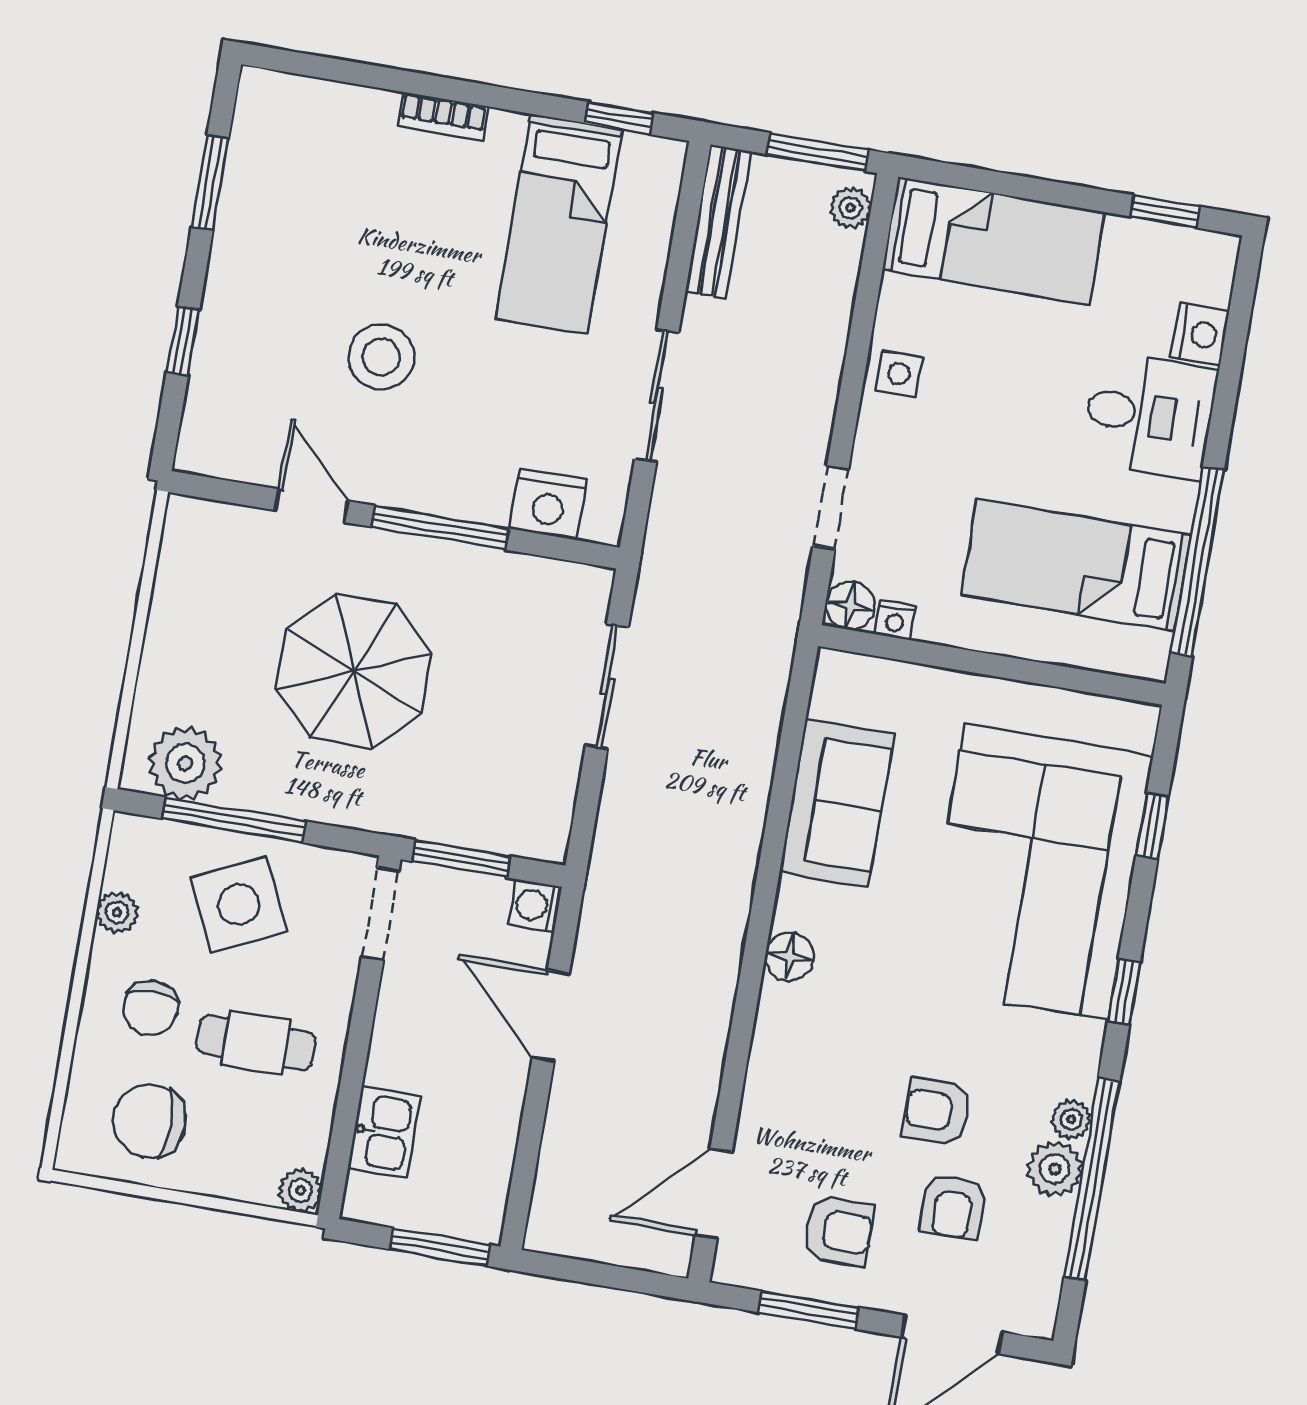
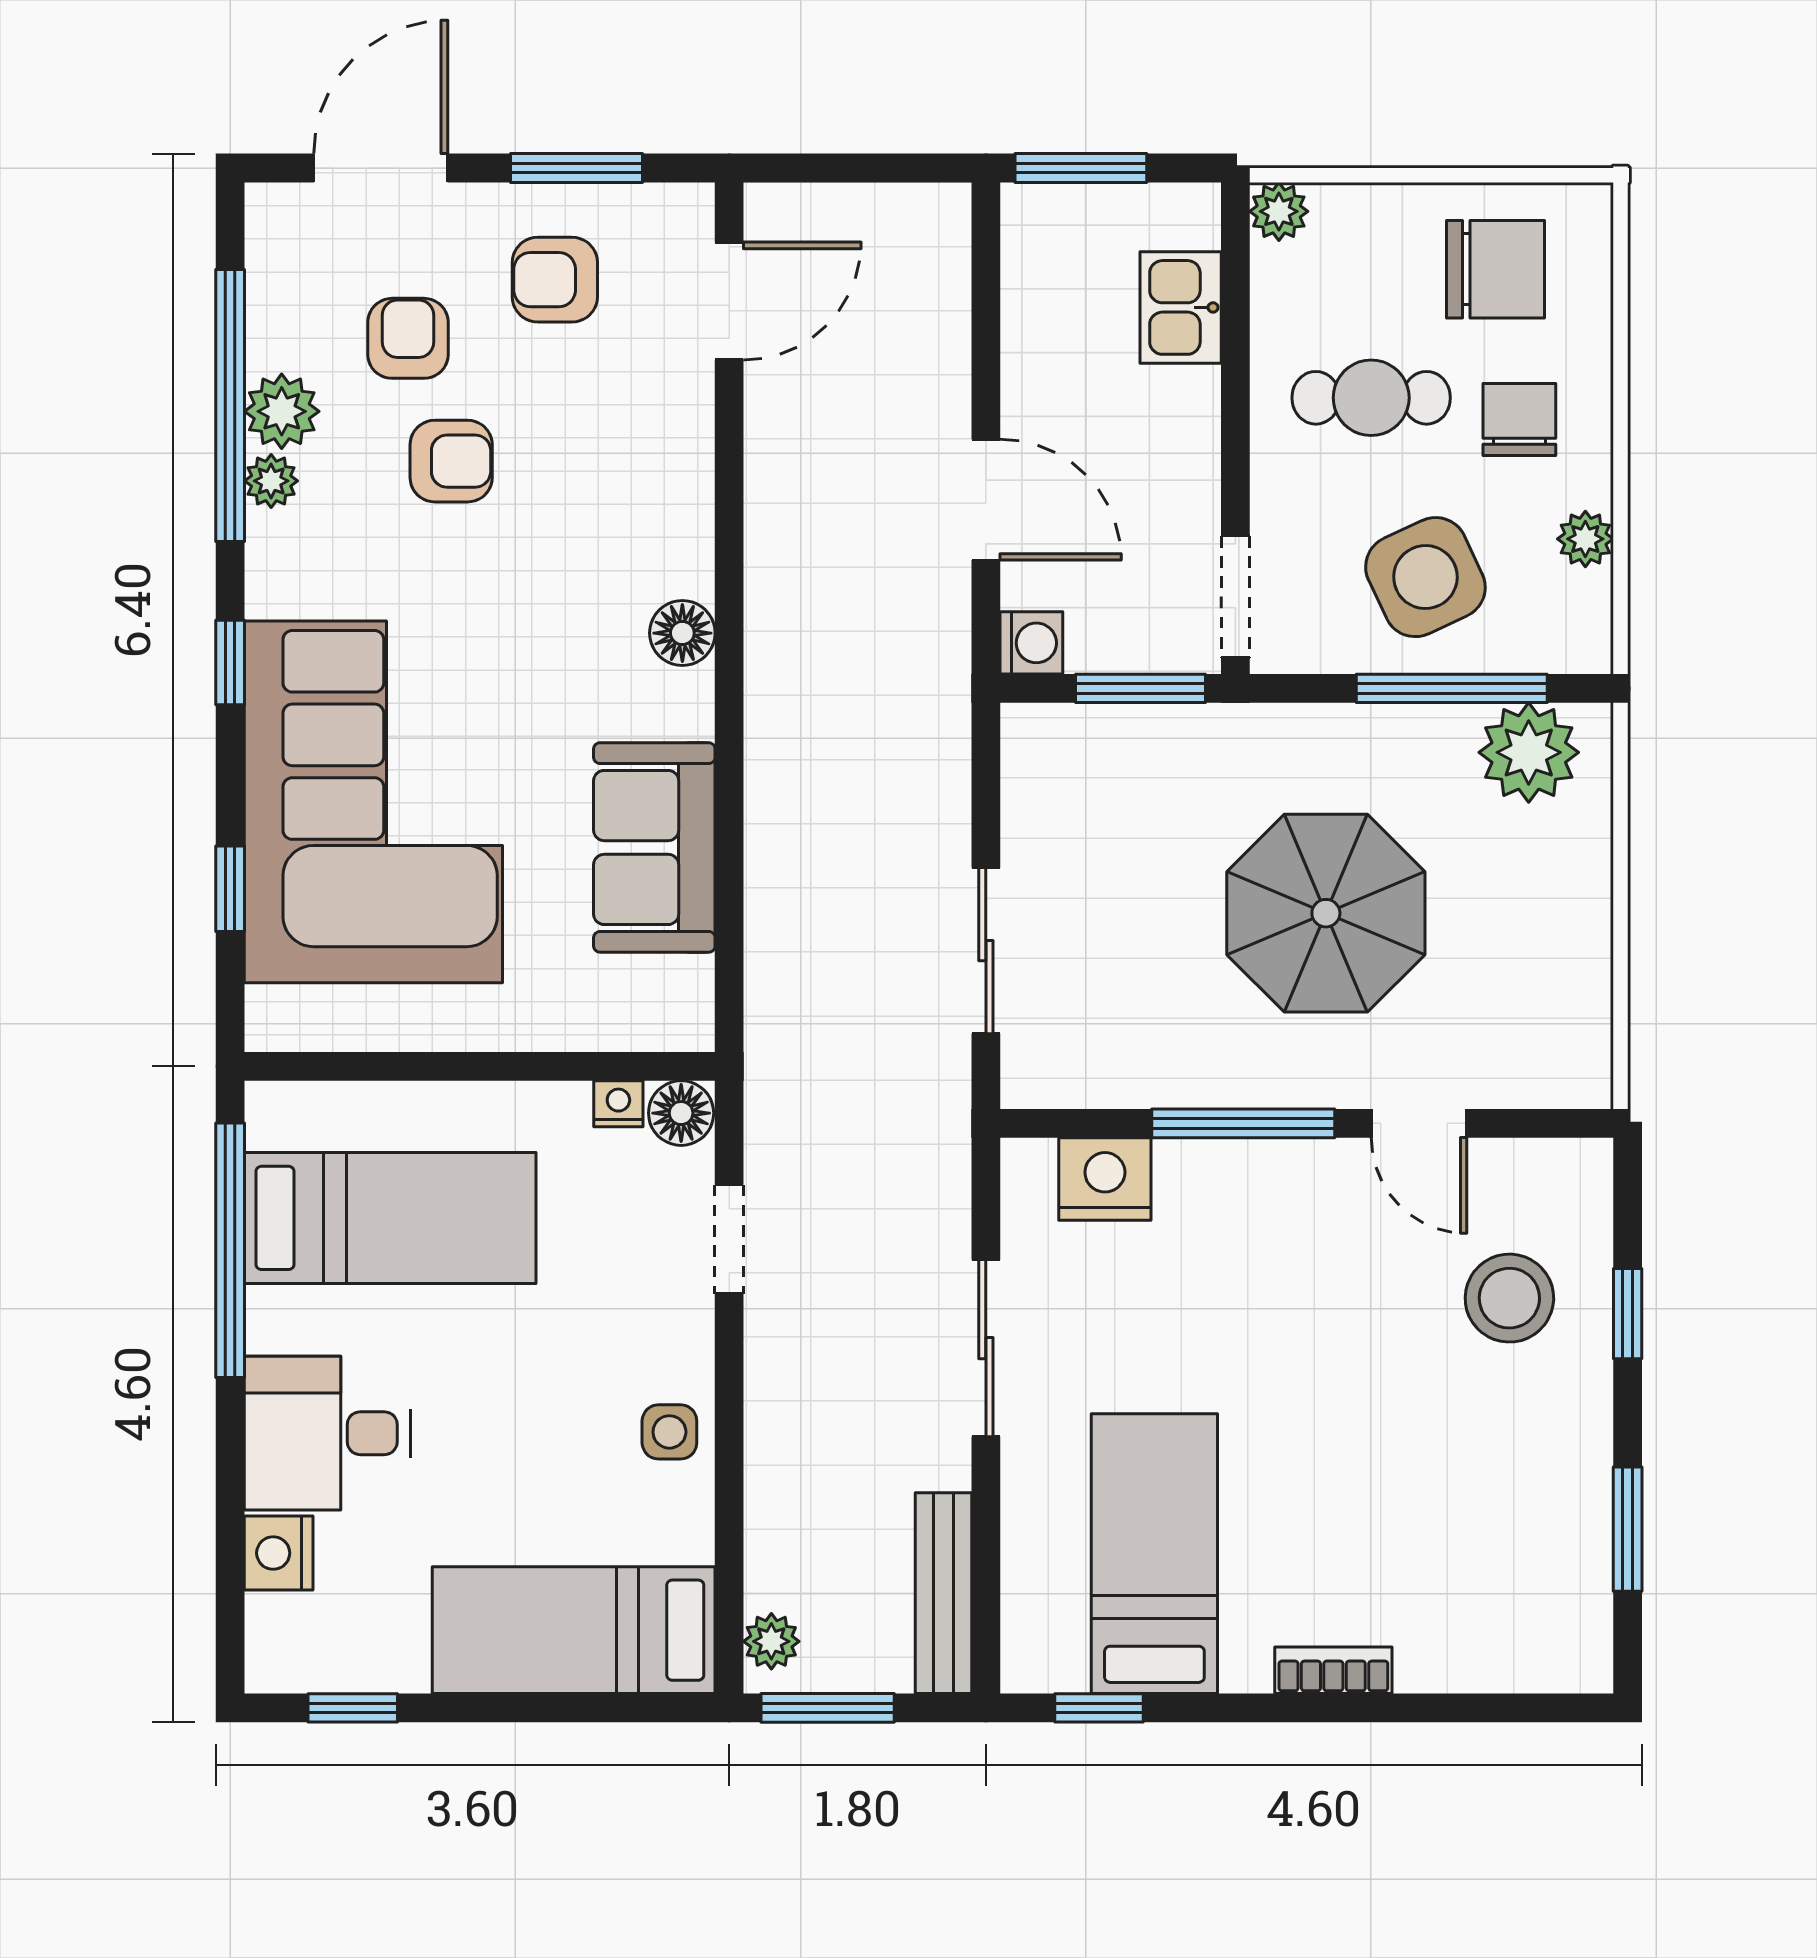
stool: (381, 357) -> (1509, 1298), moved

